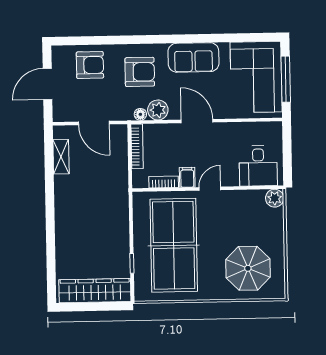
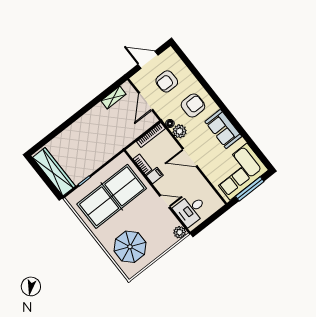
armchair: (90, 65) -> (167, 81), moved, turned 90
armchair: (140, 72) -> (193, 105), turned -90
door: (197, 121) -> (190, 157), swing flipped
door: (210, 189) -> (165, 201), moved

